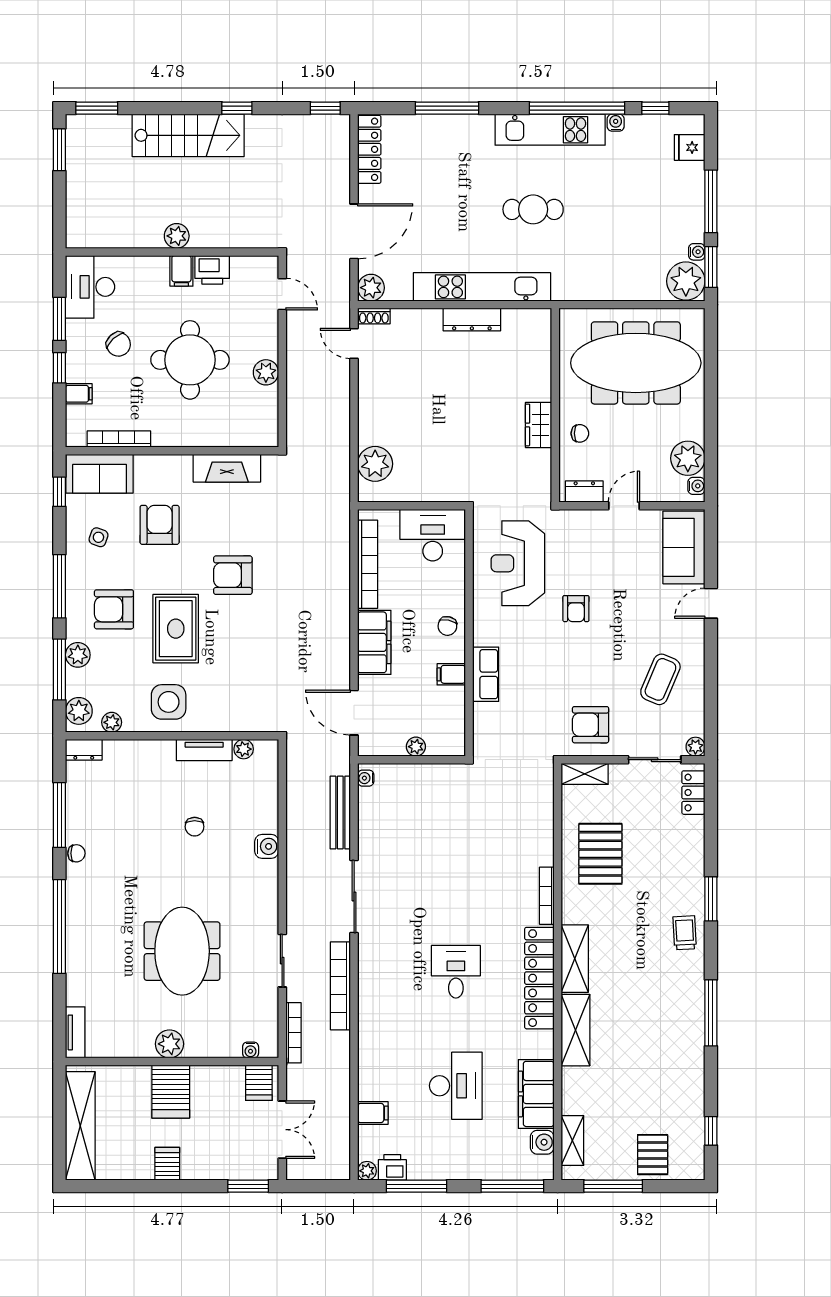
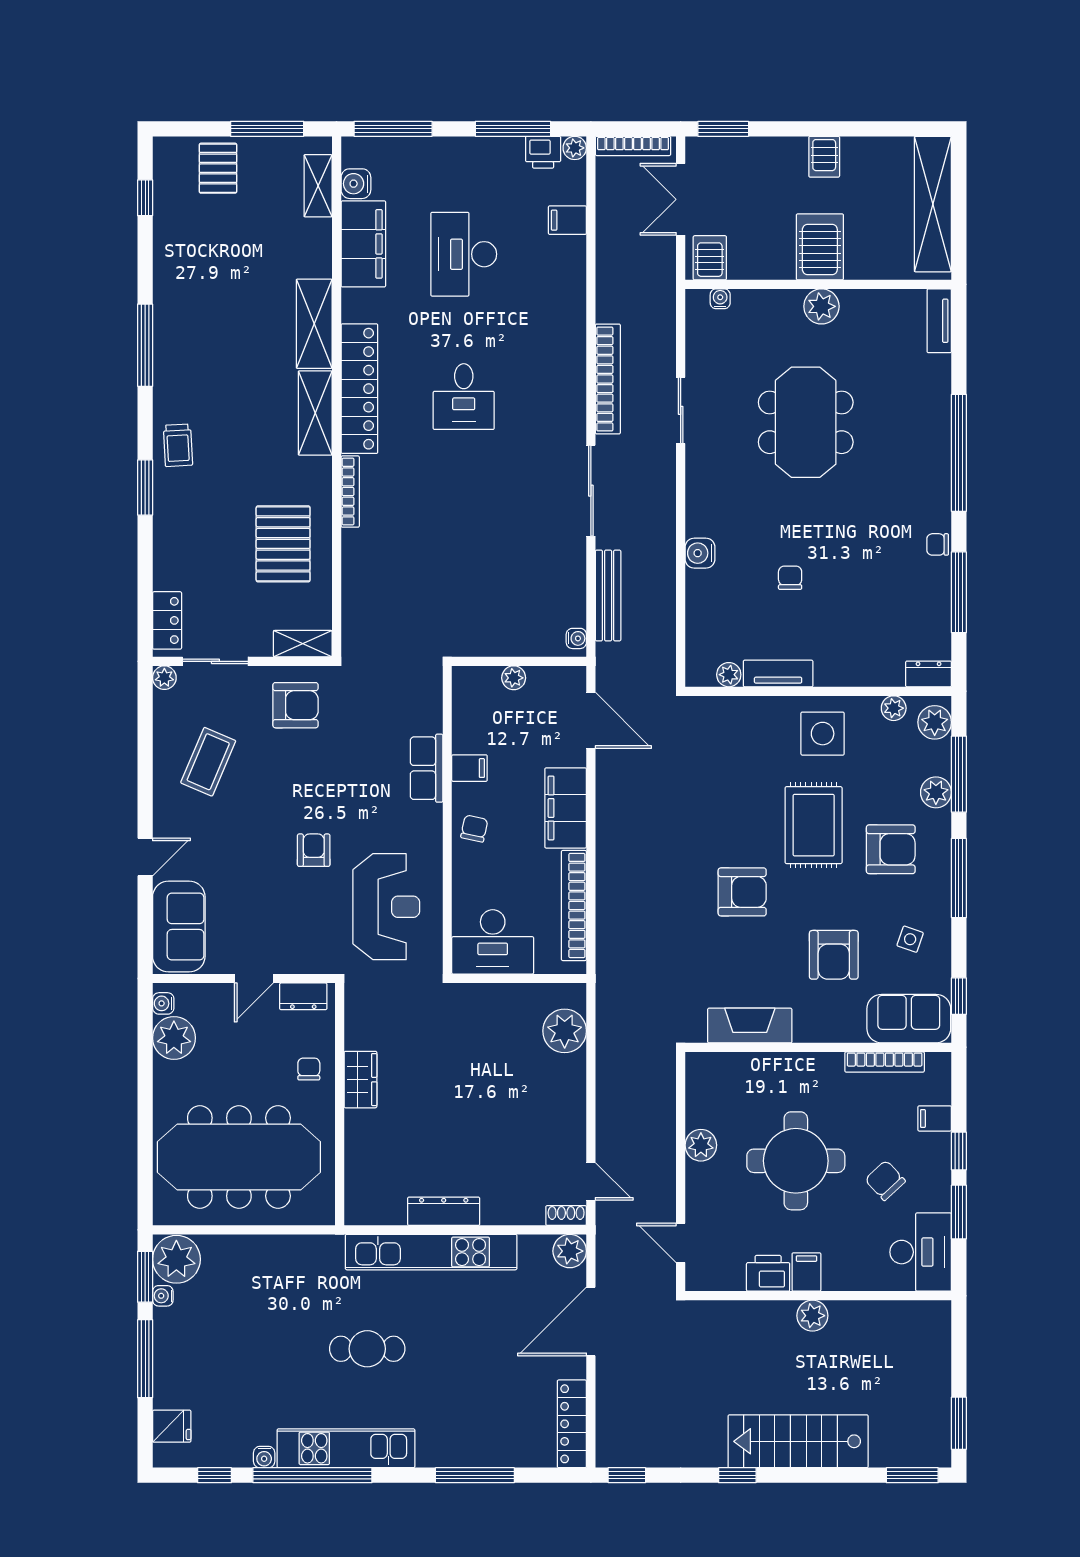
chair: (580, 433) -> (309, 1069), turned 90
bookcase: (293, 1033) -> (633, 146), moved, turned -90

